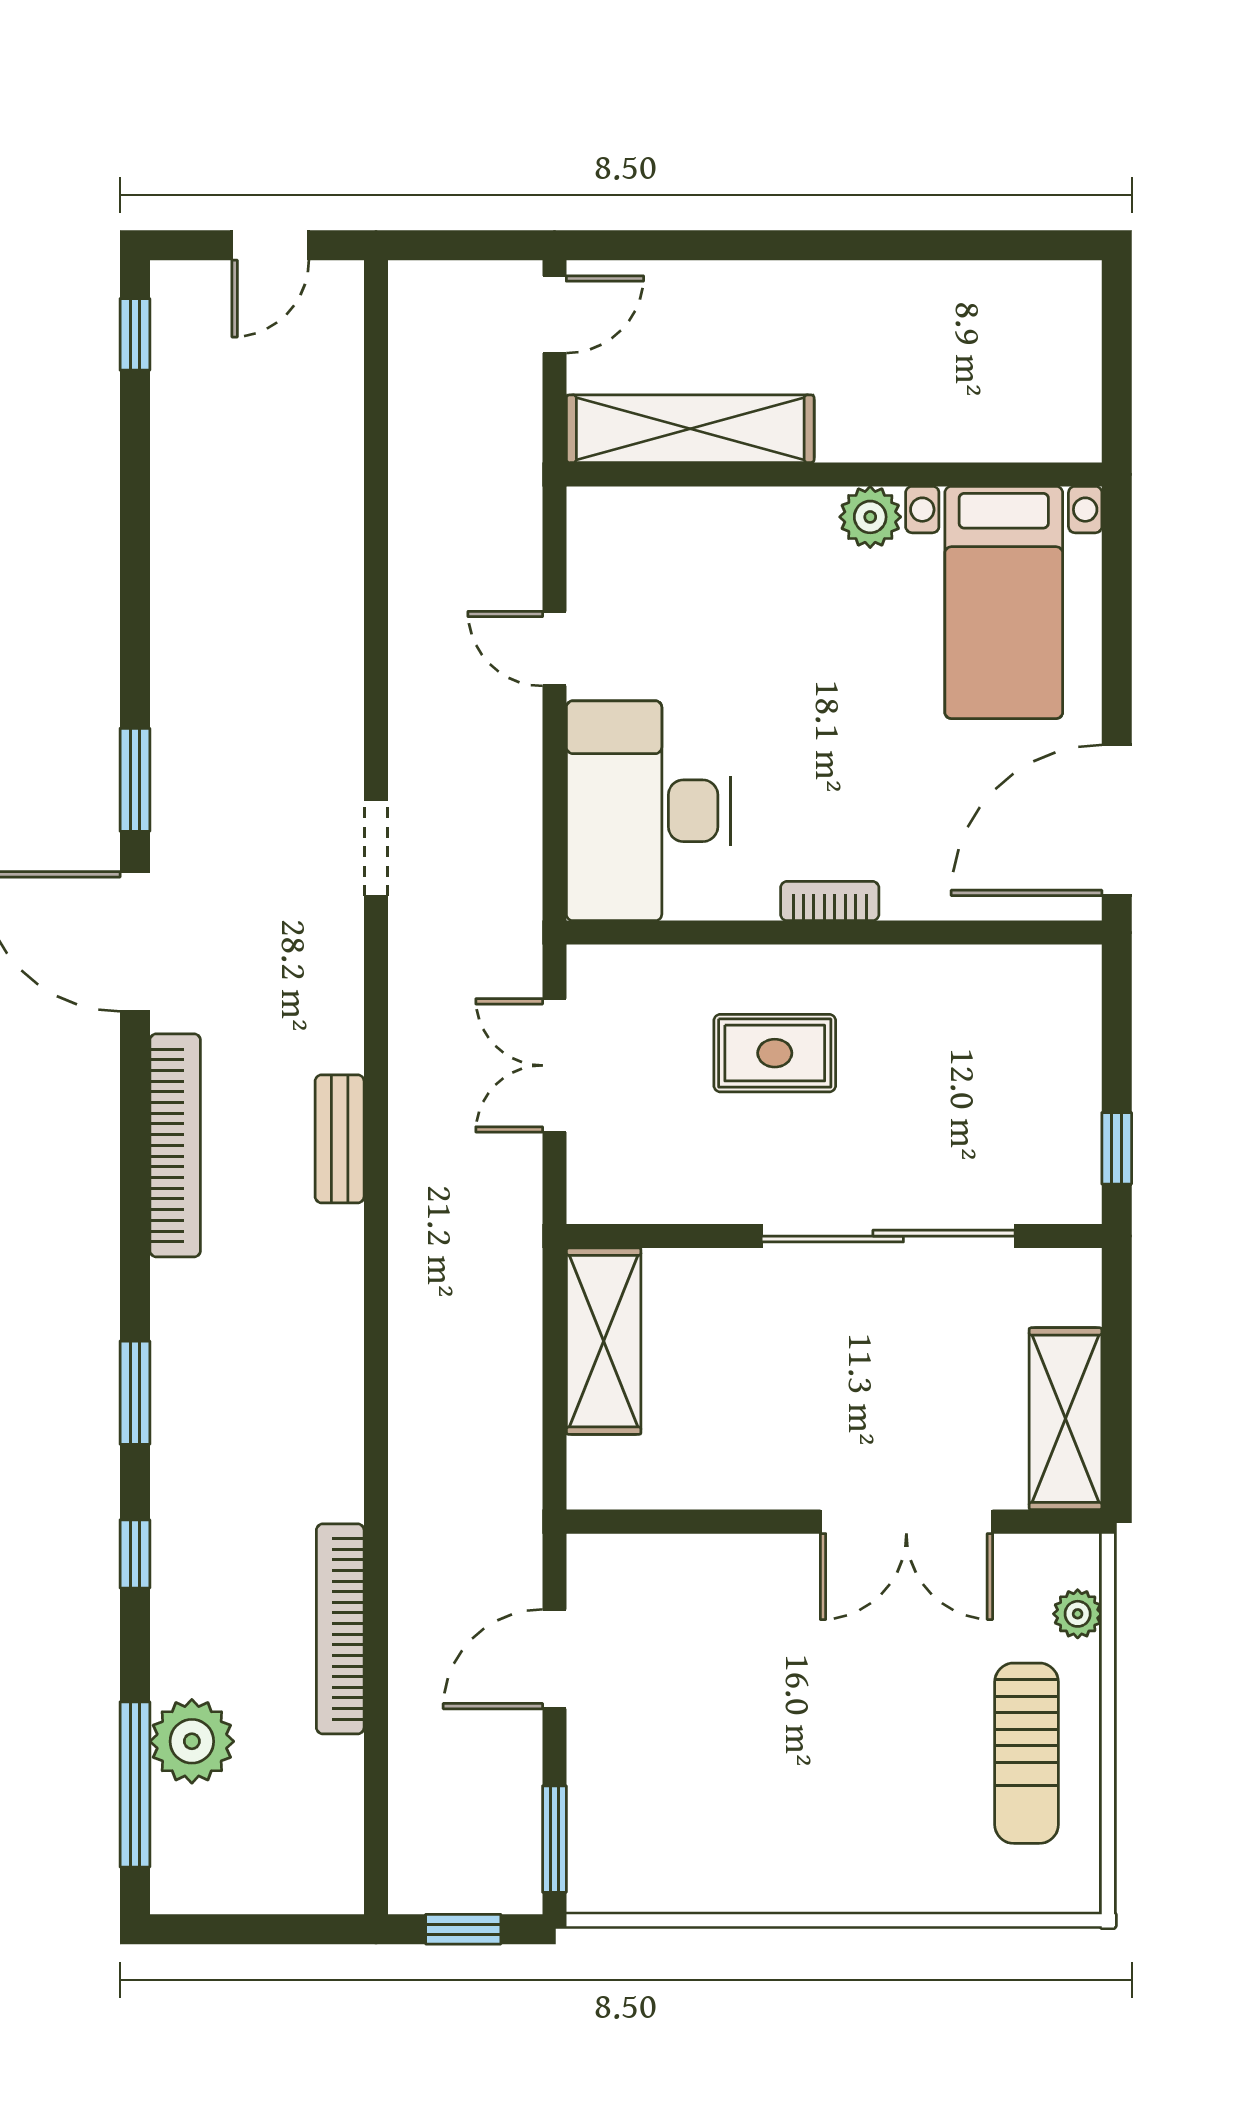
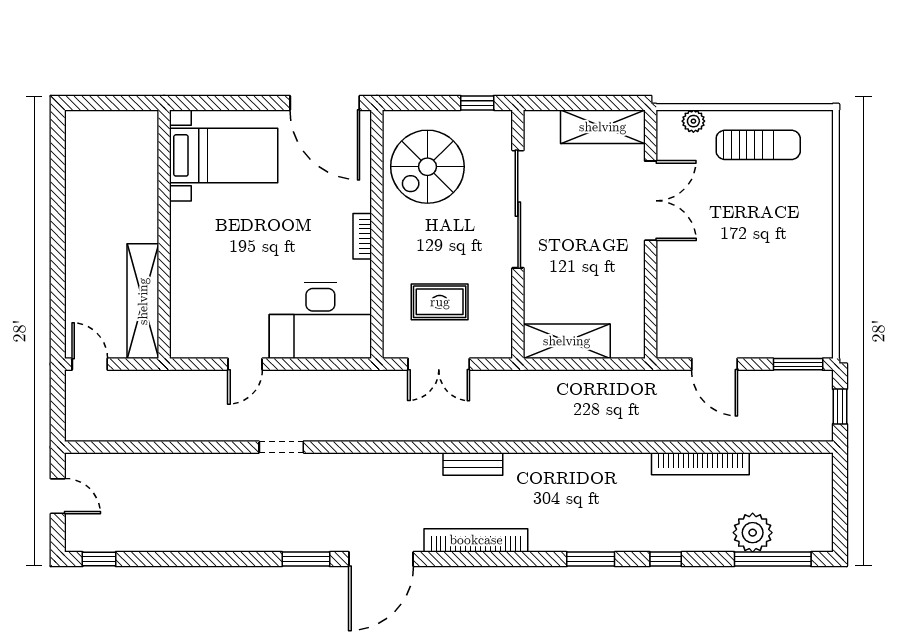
plant: (870, 517) -> (184, 217), removed
doorway: (376, 848) -> (281, 447), moved
spiral stairs: (980, 1041) -> (427, 167), added
rug: (775, 1053) -> (440, 302), moved, turned 90

